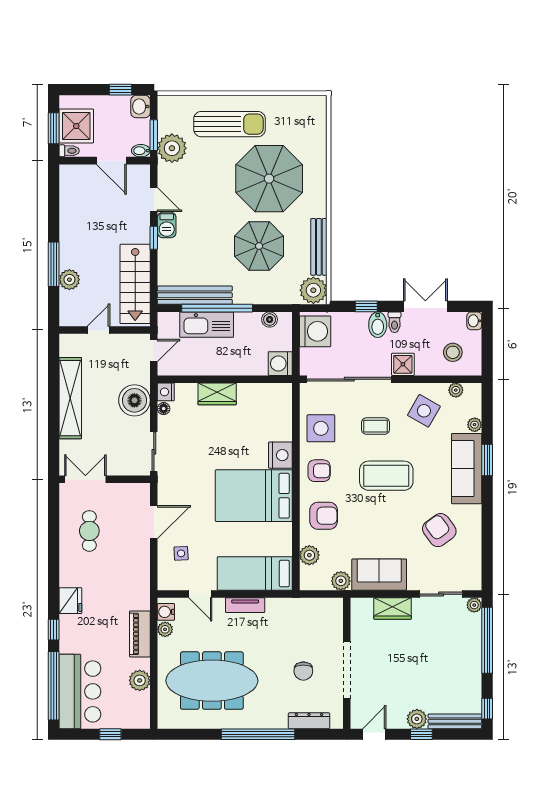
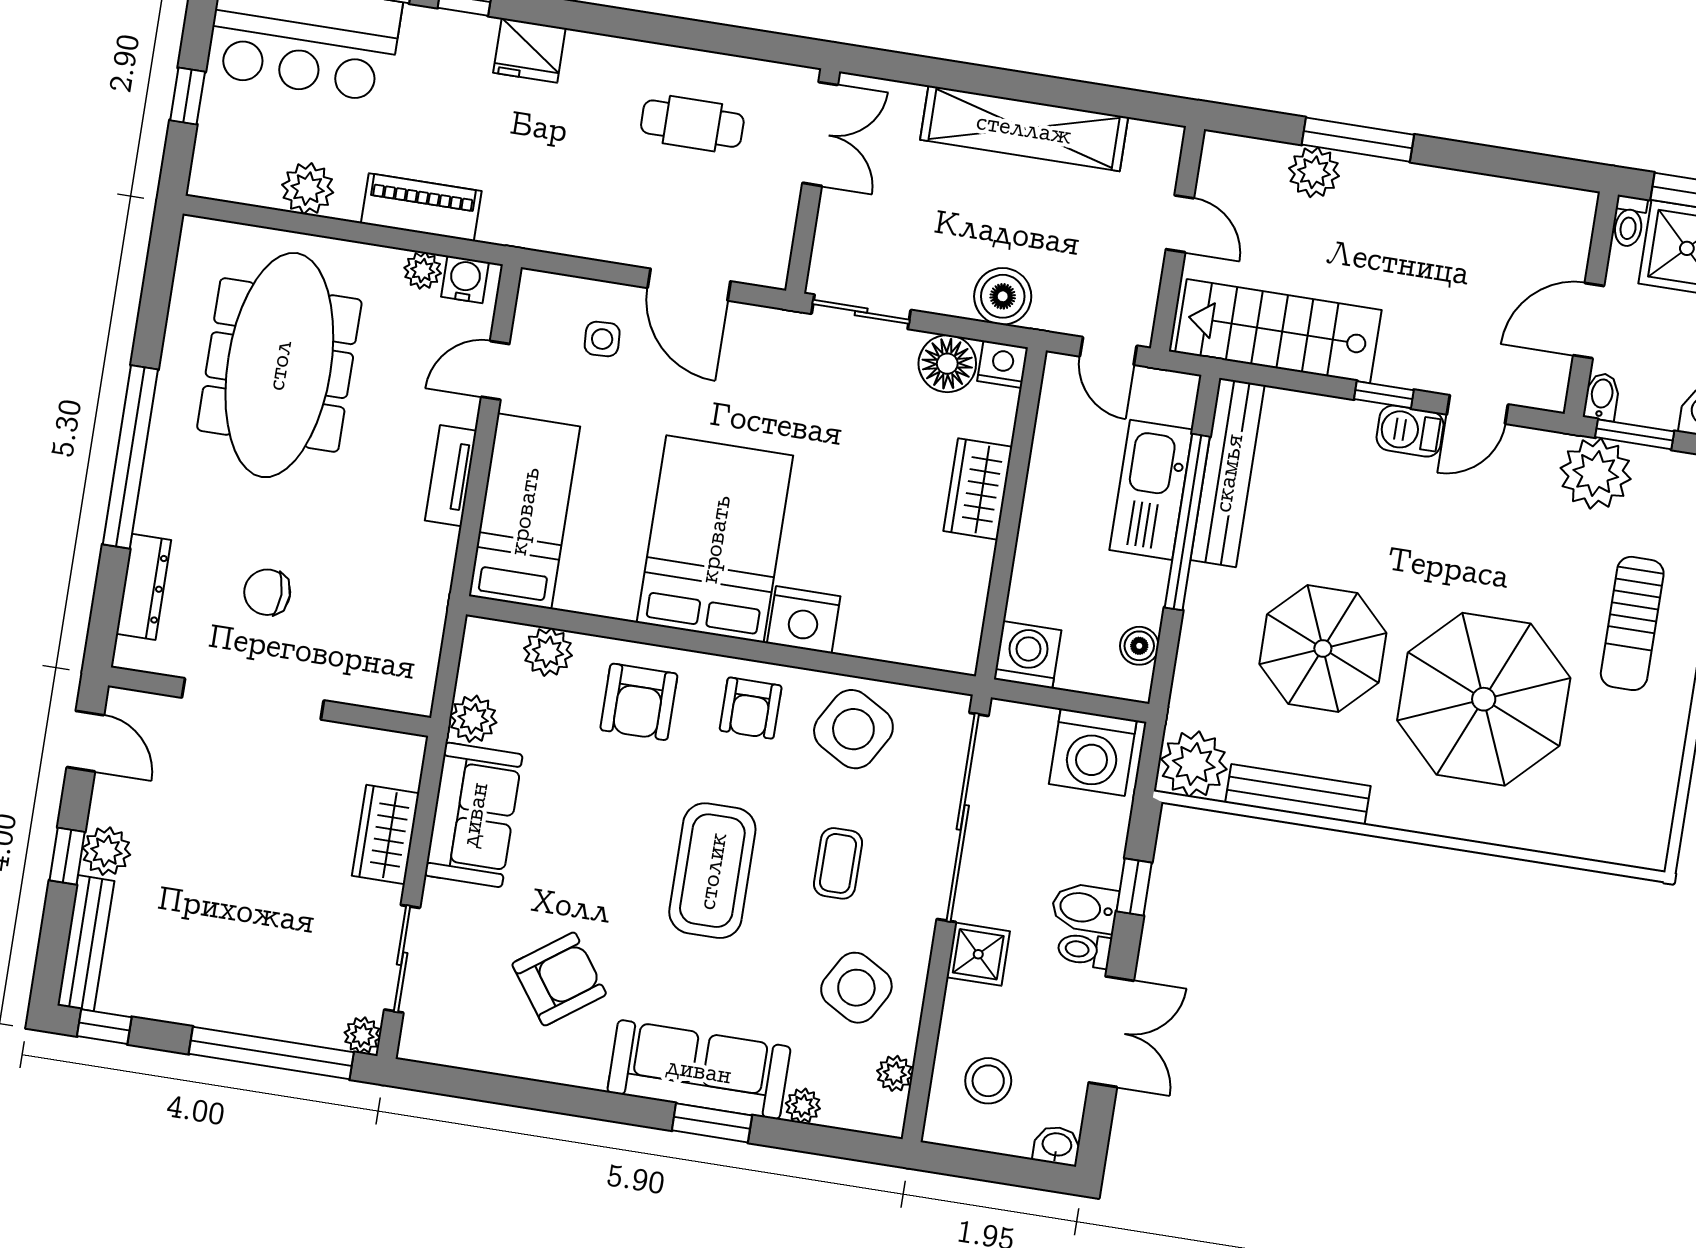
sun lounger: (229, 124) -> (1632, 623), width x0.73, depth x0.75
boiler: (134, 400) -> (1003, 296), width x0.73, depth x0.73
floor lamp: (164, 409) -> (947, 364), width x1.89, depth x1.89
side table: (321, 428) -> (853, 729), turned 30

